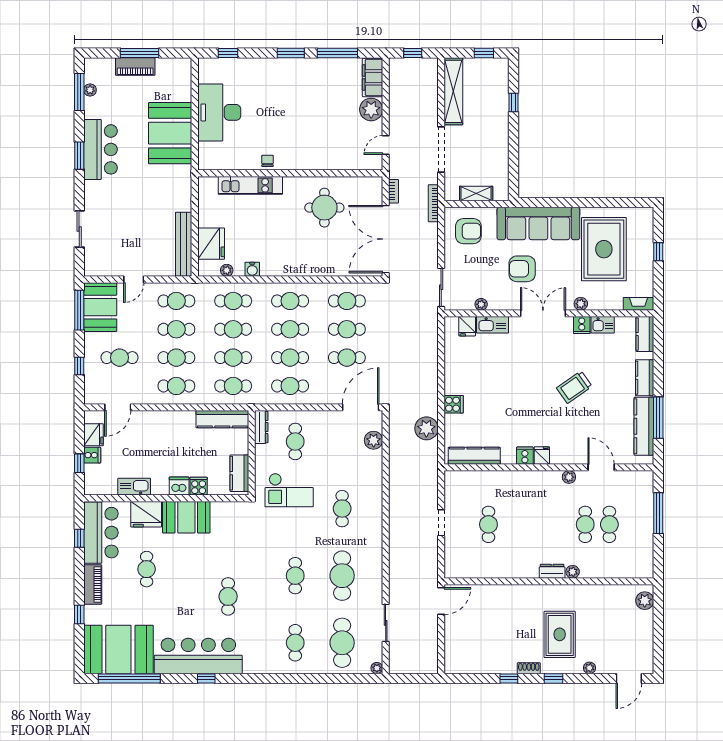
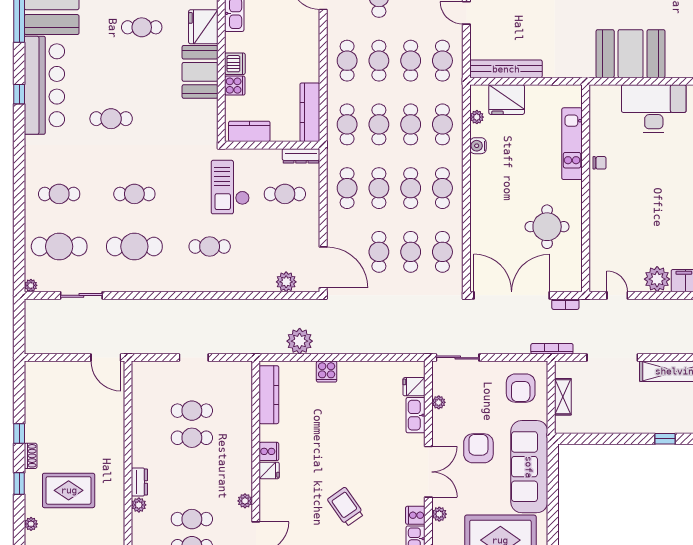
cafe table: (513, 524) -> (192, 438), added

